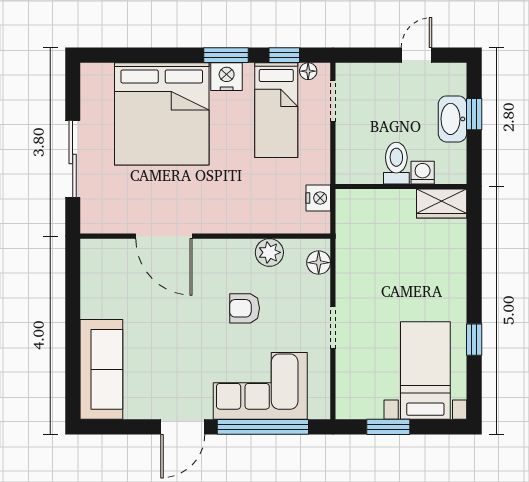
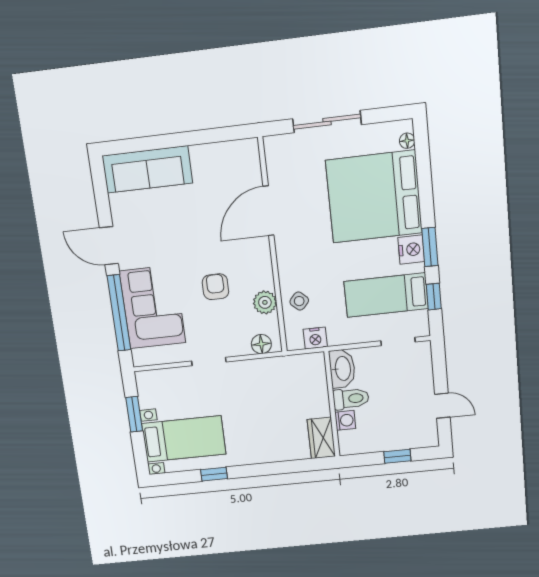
floor lamp: (308, 71) -> (407, 141), moved
washbasin: (452, 119) -> (342, 369), moved, turned 90
side table: (272, 212) -> (299, 301), added

